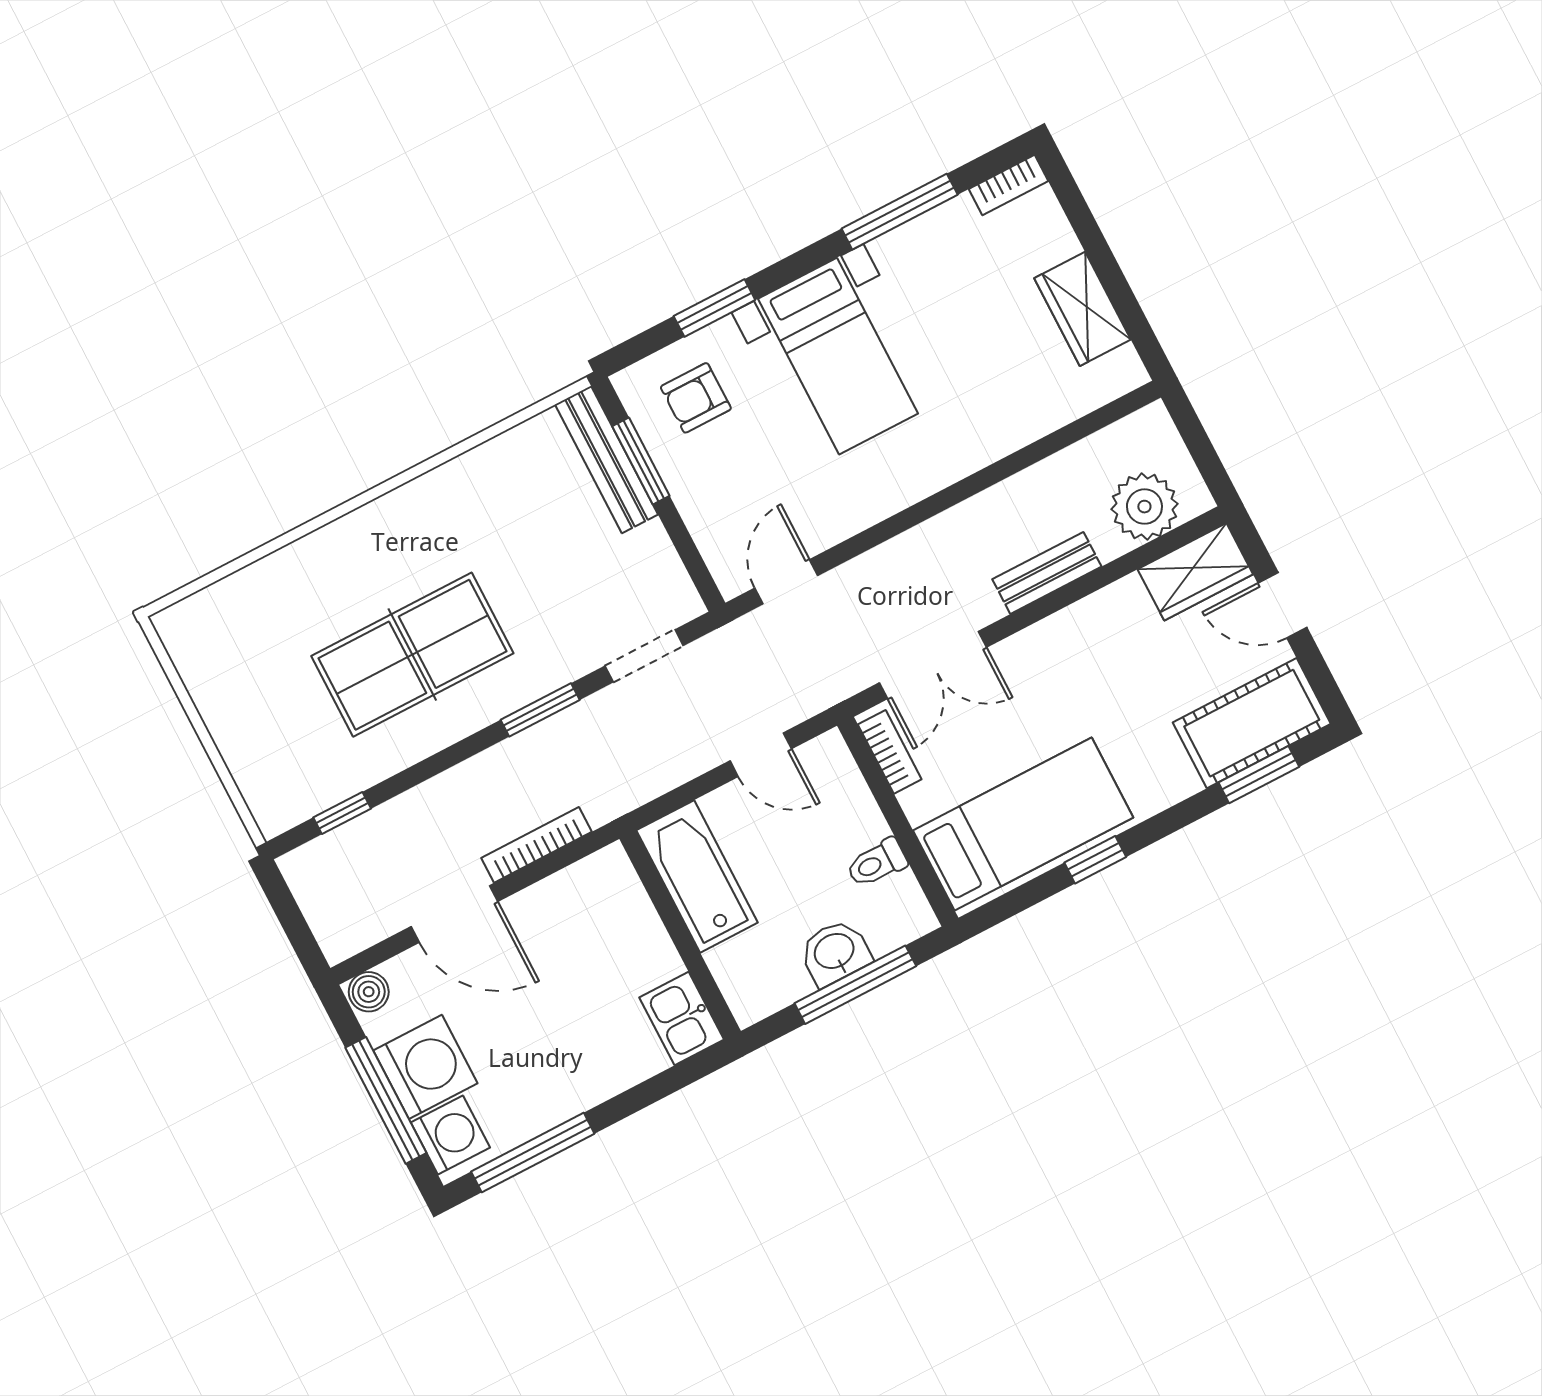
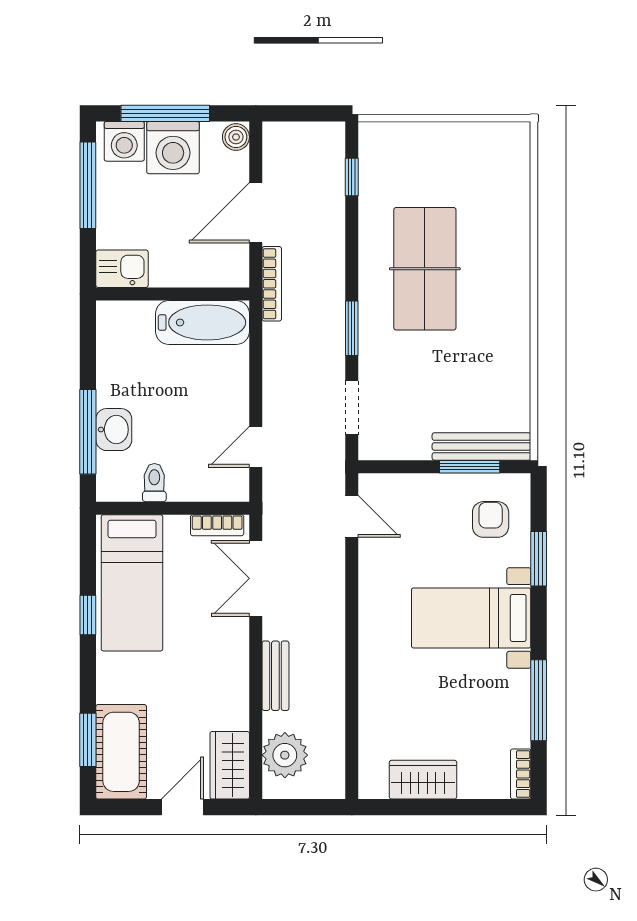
bathtub: (697, 876) -> (203, 322), moved
wall: (680, 935) -> (173, 294), moved
kitchen sink: (682, 1018) -> (122, 269), moved

